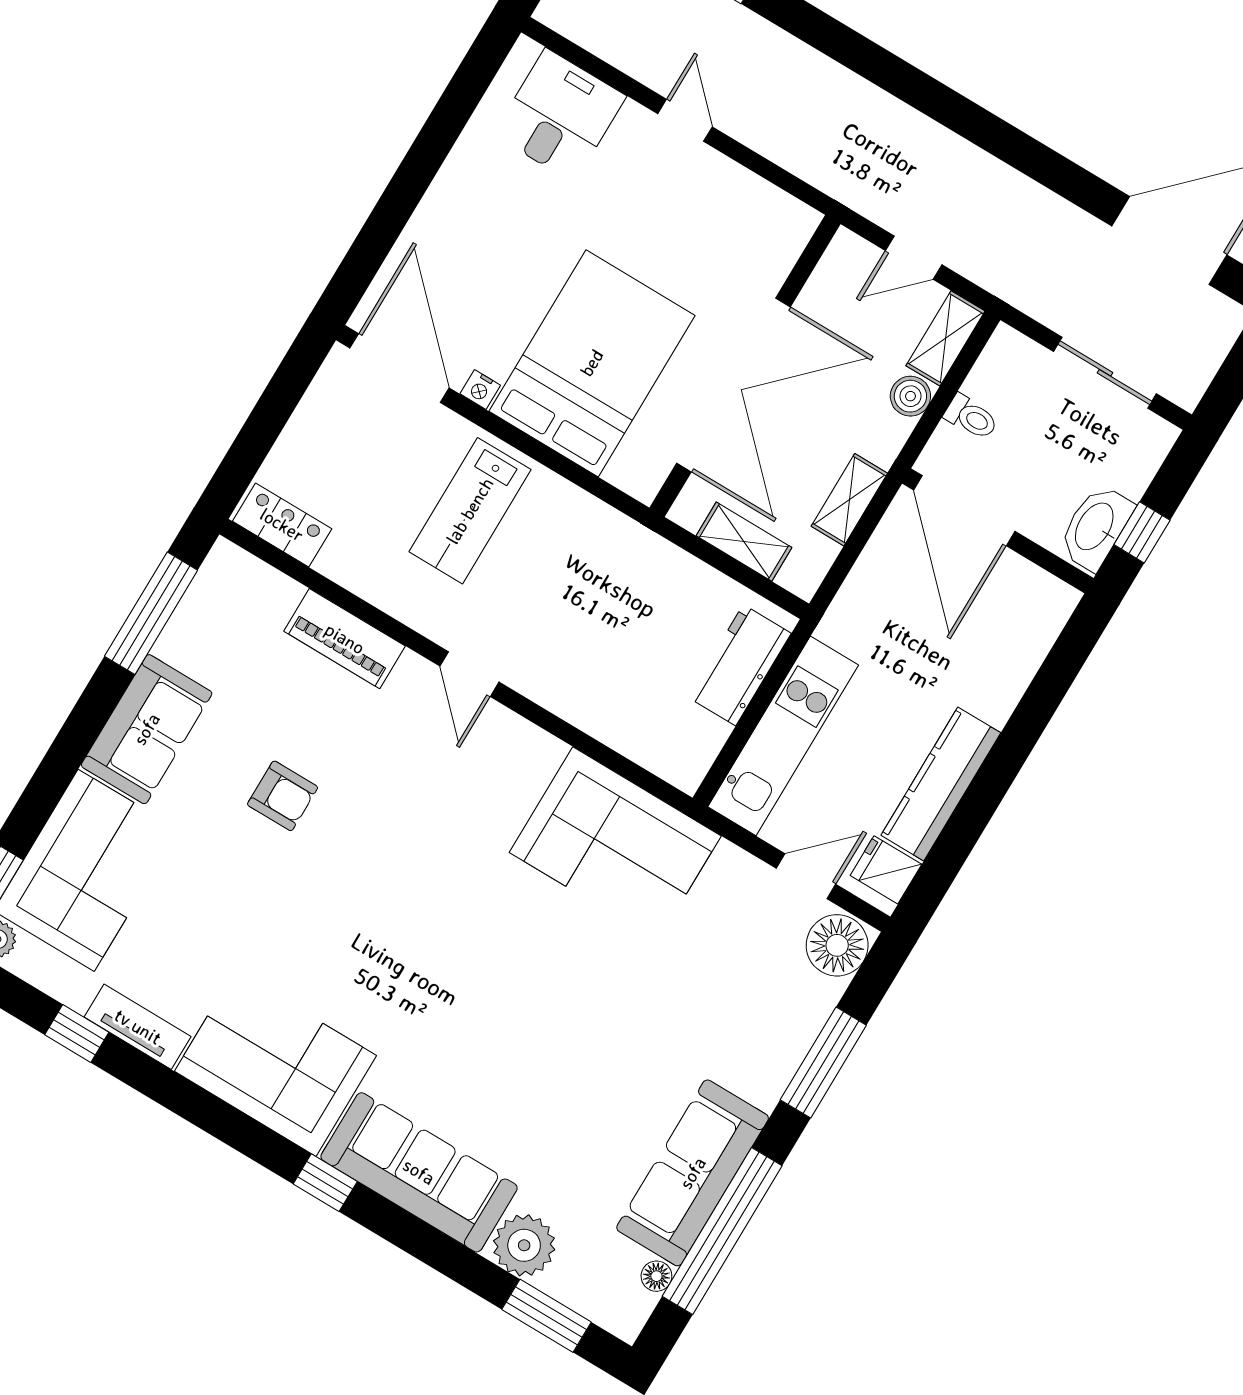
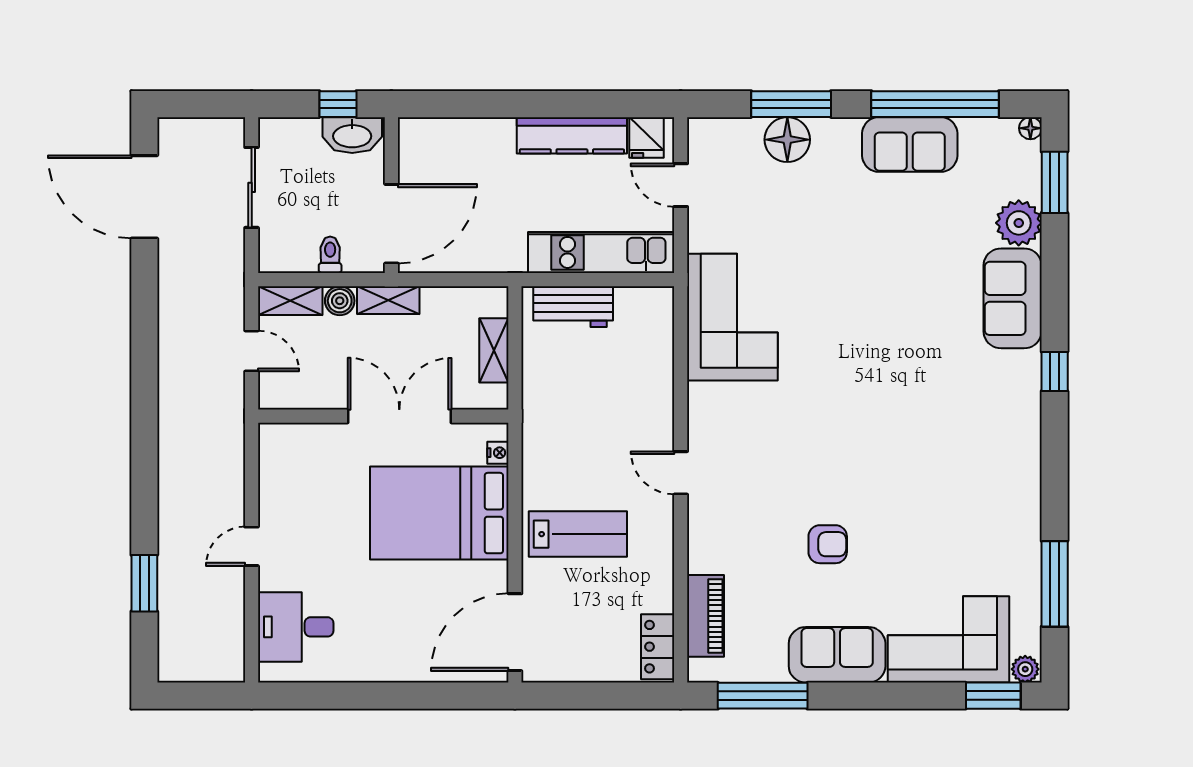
double door: (733, 385) -> (399, 416), width x0.73
nightstand: (480, 389) -> (498, 453), moved
shelving: (849, 500) -> (388, 300), moved
piano: (345, 639) -> (706, 616), moved
door: (469, 674) -> (681, 473), swing flipped
armchair: (283, 796) -> (828, 544), turned 90
floor lamp: (837, 945) -> (787, 140), moved
tv unit: (138, 1027) -> (1027, 548), removed
window: (77, 1034) -> (1055, 584), width x2.17
corner sofa: (275, 1063) -> (998, 448), removed
sofa: (419, 1172) -> (1013, 298), width x0.73
sofa: (693, 1173) -> (910, 144), width x0.73
floor lamp: (656, 1276) -> (1030, 128), moved

